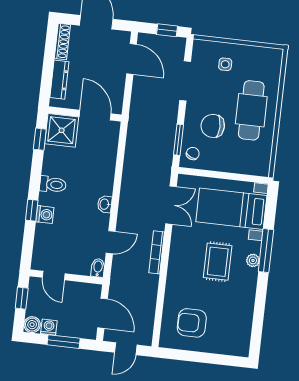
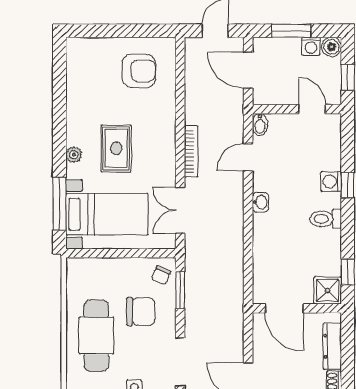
shower: (62, 130) -> (328, 290), width x0.73, depth x0.73
window: (266, 251) -> (59, 204), moved

